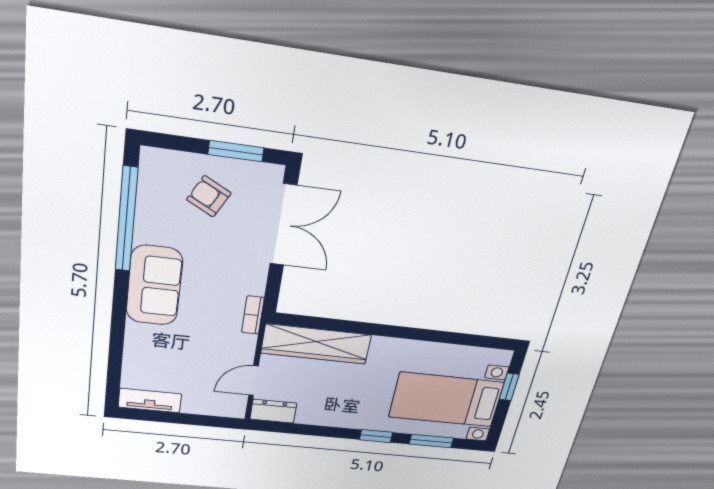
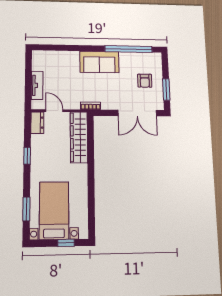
armchair: (209, 196) -> (145, 81), turned 152
tv unit: (150, 400) -> (37, 85), moved
window: (376, 436) -> (27, 156), moved

